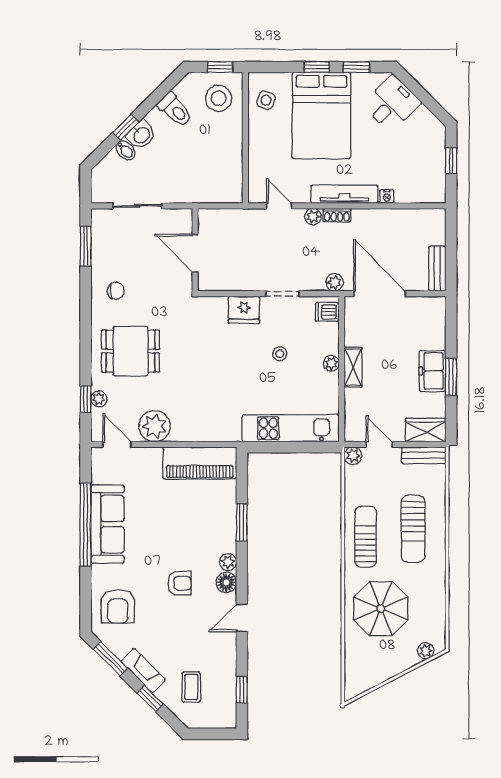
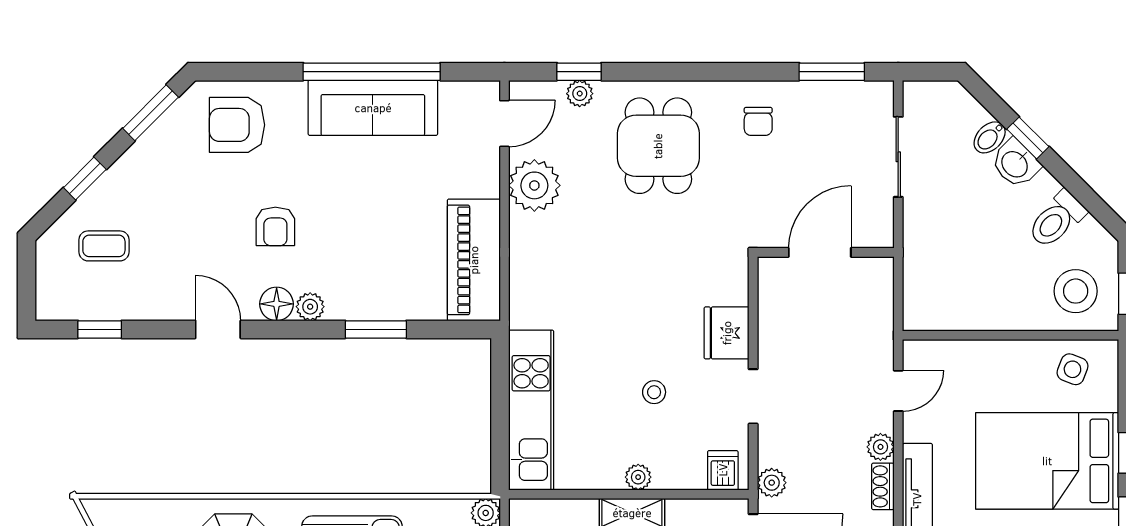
fireplace: (143, 671) -> (131, 167), removed

